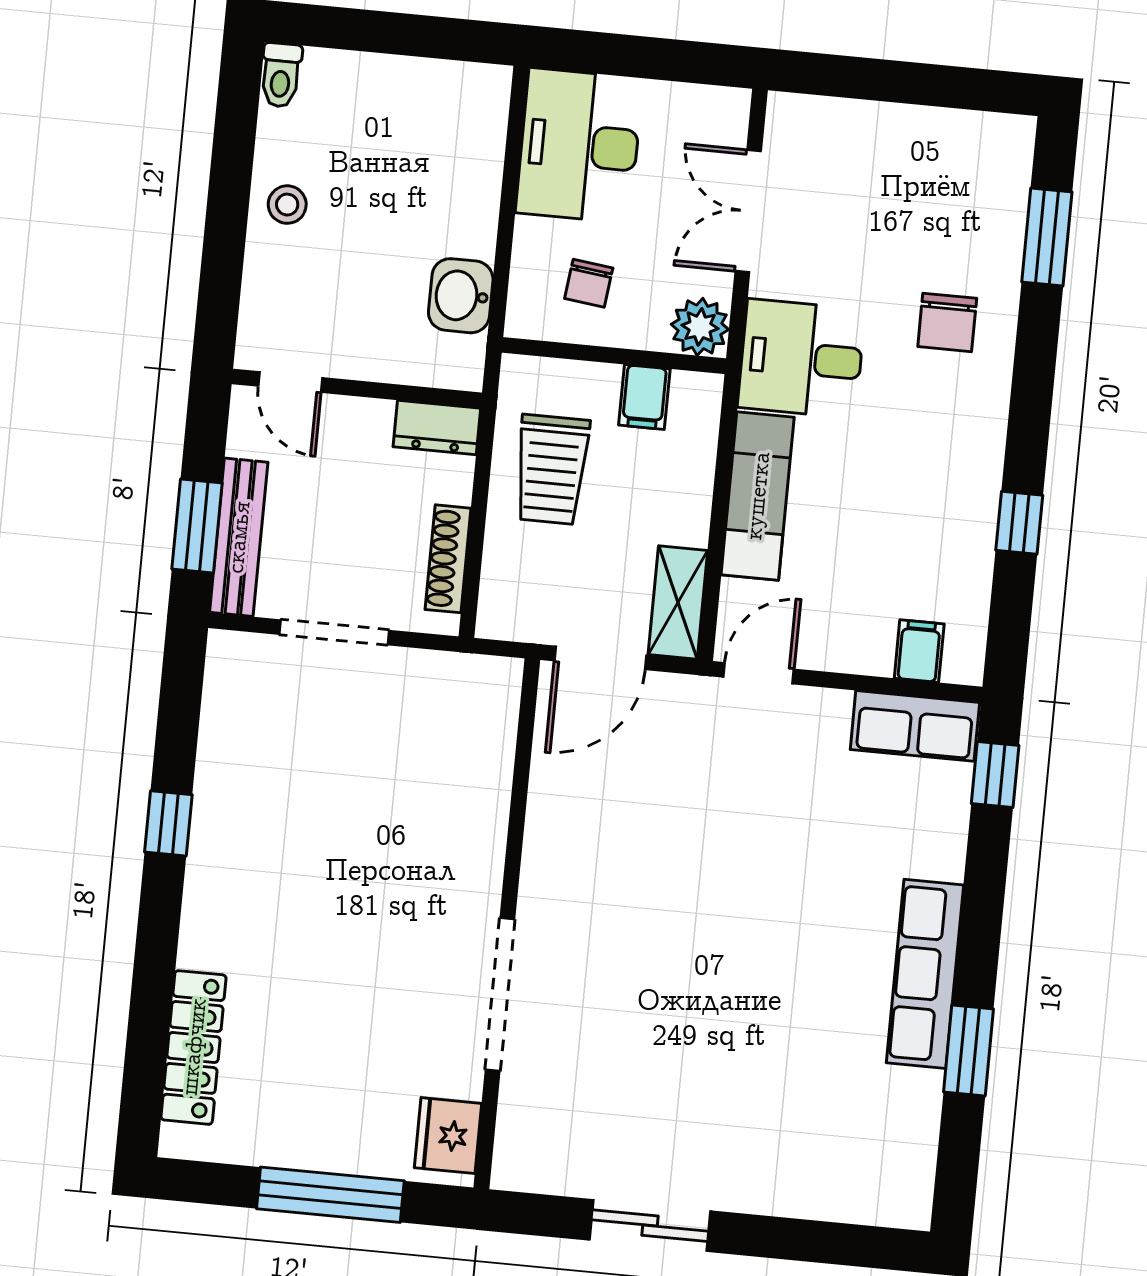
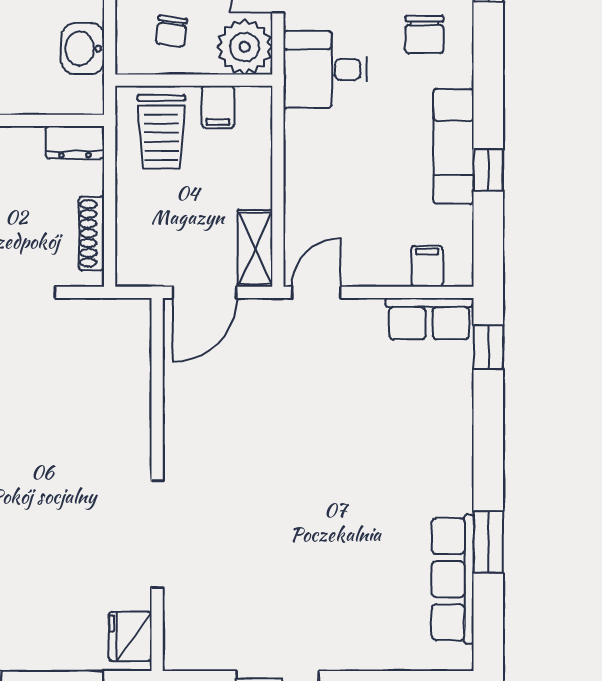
plant: (700, 327) -> (245, 47), width x1.36, depth x1.36
trolley: (552, 469) -> (161, 132), moved
exam couch: (758, 496) -> (454, 146), moved, turned 180
row of seats: (925, 974) -> (453, 579), moved

